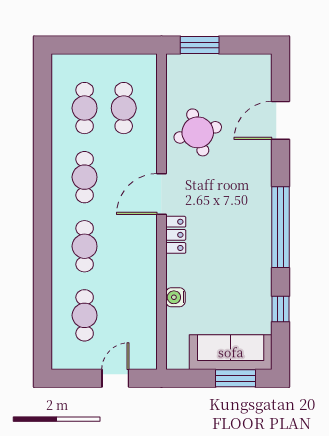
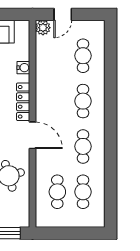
door: (161, 194) -> (33, 135), hinge flipped
locker: (176, 235) -> (23, 102), width x1.53
plant: (146, 358) -> (43, 28), added

